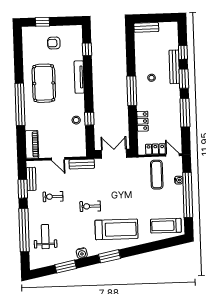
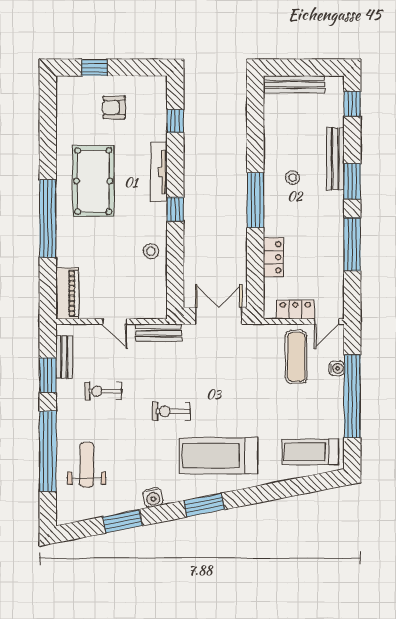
bench: (146, 27) -> (294, 84), width x1.36
window: (183, 52) -> (352, 104), moved
window: (89, 119) -> (175, 209), moved
door: (173, 155) -> (327, 322), swing flipped
treadmill: (116, 229) -> (219, 456), turned 180

